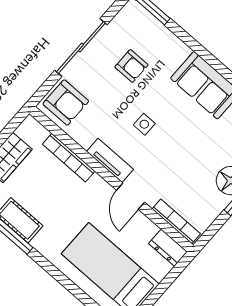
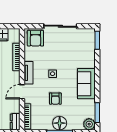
armchair: (131, 66) -> (55, 99), moved

